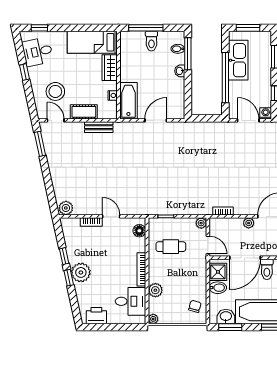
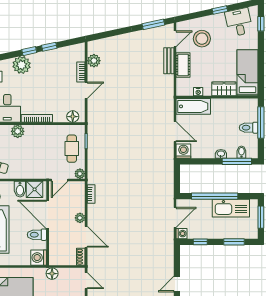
washing machine: (177, 111) -> (183, 151), added
bench: (99, 127) -> (169, 61), moved
plant: (66, 208) -> (94, 61), moved
cafe table: (171, 247) -> (72, 149), moved
plant: (81, 272) -> (22, 65), moved

